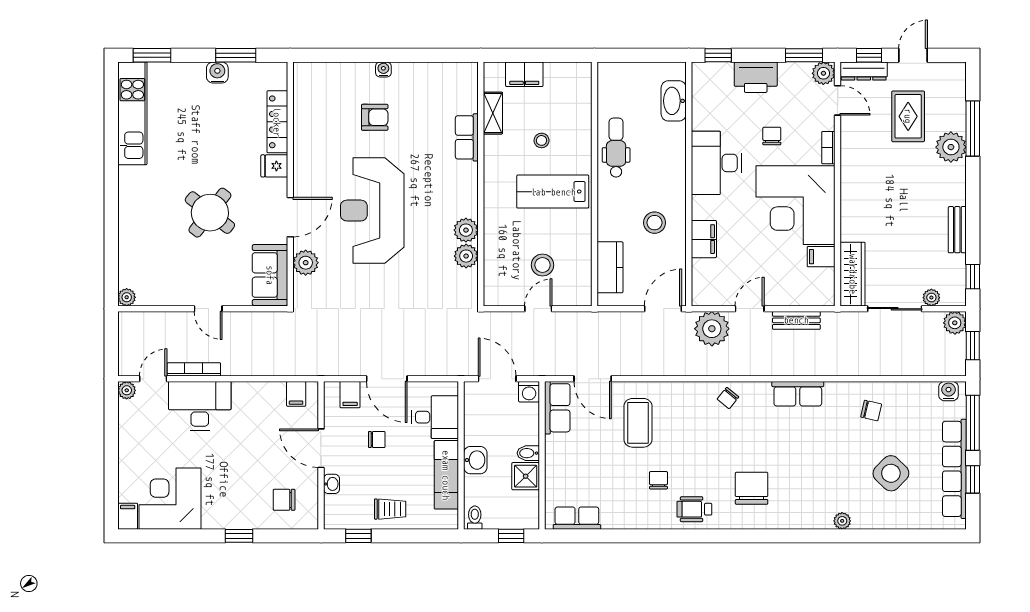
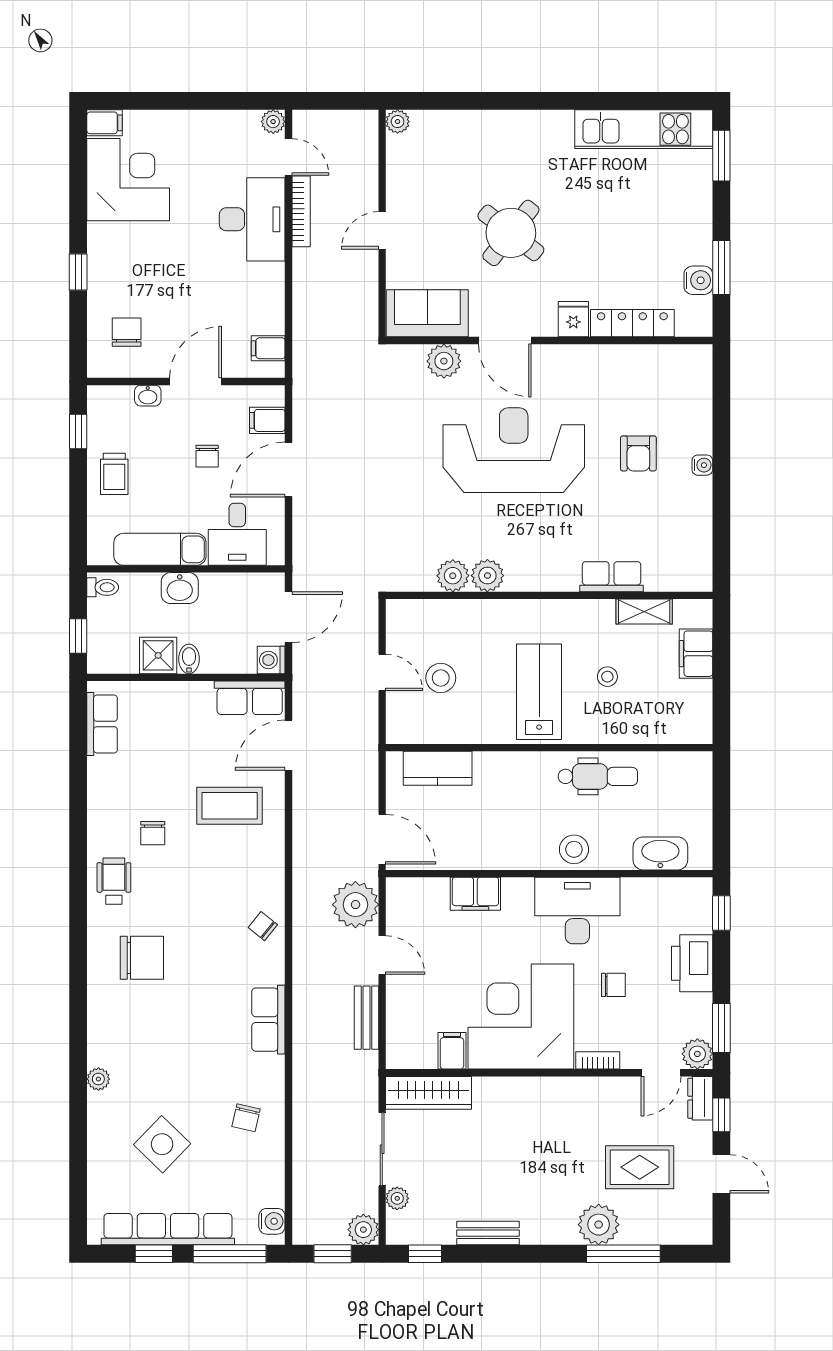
dresser: (864, 71) -> (700, 1098), width x0.70
water cooler: (217, 73) -> (698, 280), moved
stool: (655, 223) -> (574, 849), moved
chair: (659, 480) -> (153, 833), turned 90

